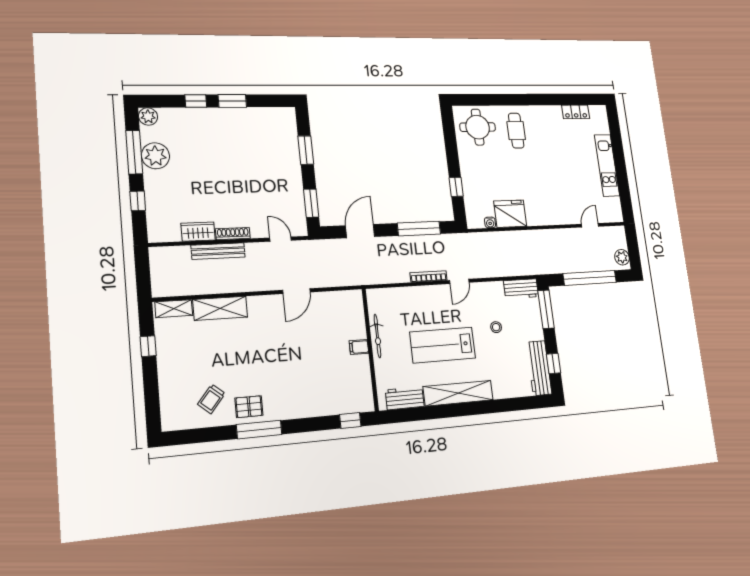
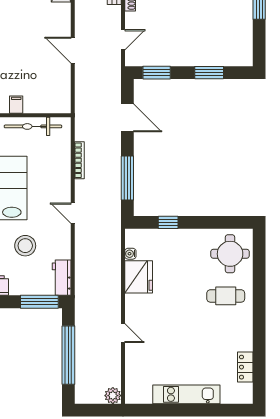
door: (590, 225) -> (123, 333), moved
plant: (622, 257) -> (113, 396), moved
bookcase: (429, 276) -> (79, 160), moved
stool: (496, 327) -> (25, 246), width x1.89, depth x1.89
bicycle: (377, 336) -> (33, 126), width x1.37, depth x1.40

